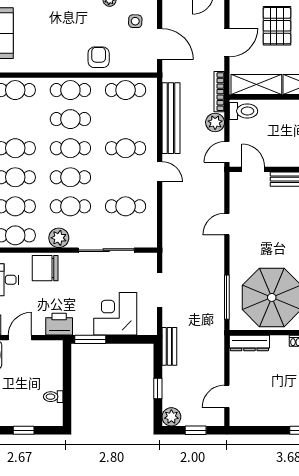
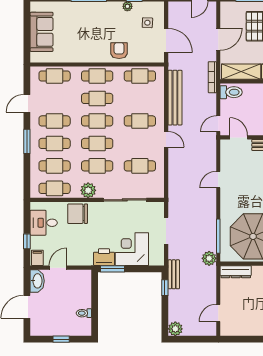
plant: (215, 122) -> (209, 258), moved
printer: (59, 324) -> (104, 257), moved
window: (158, 388) -> (165, 288), moved
window: (196, 430) -> (194, 339), removed

